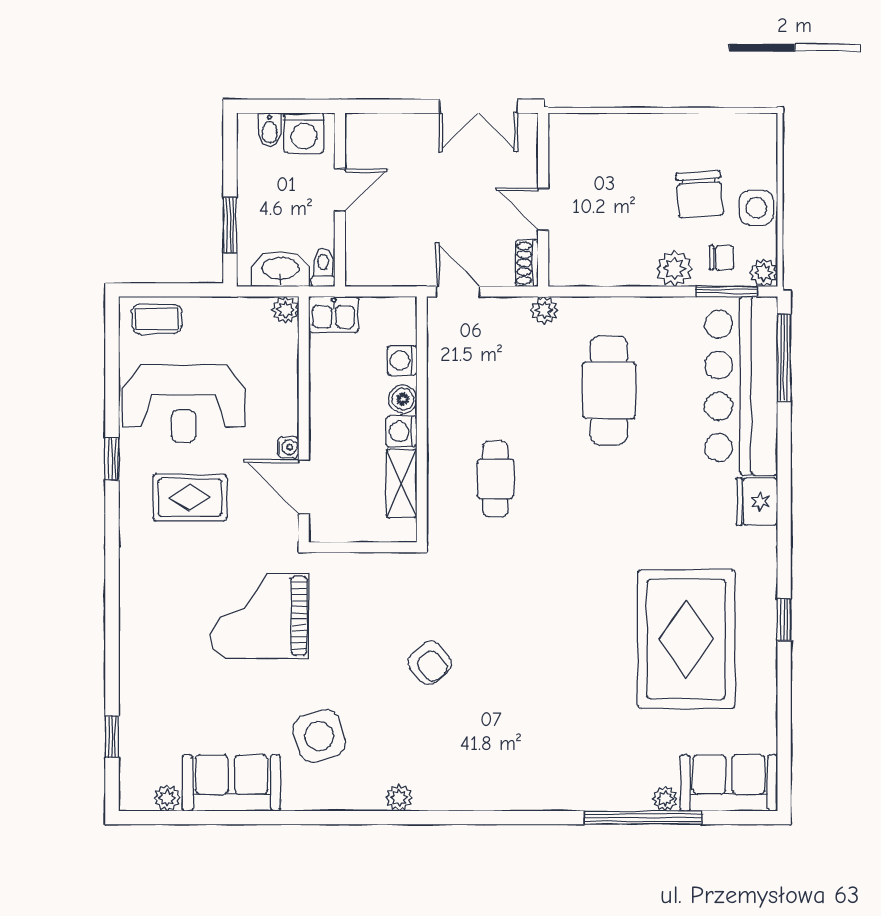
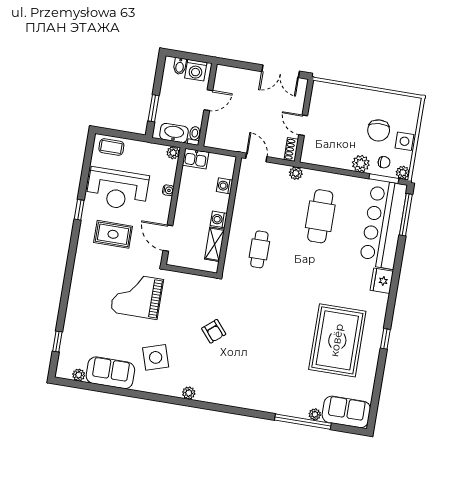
boiler: (403, 399) -> (222, 204), removed
water cooler: (288, 447) -> (168, 190), moved

